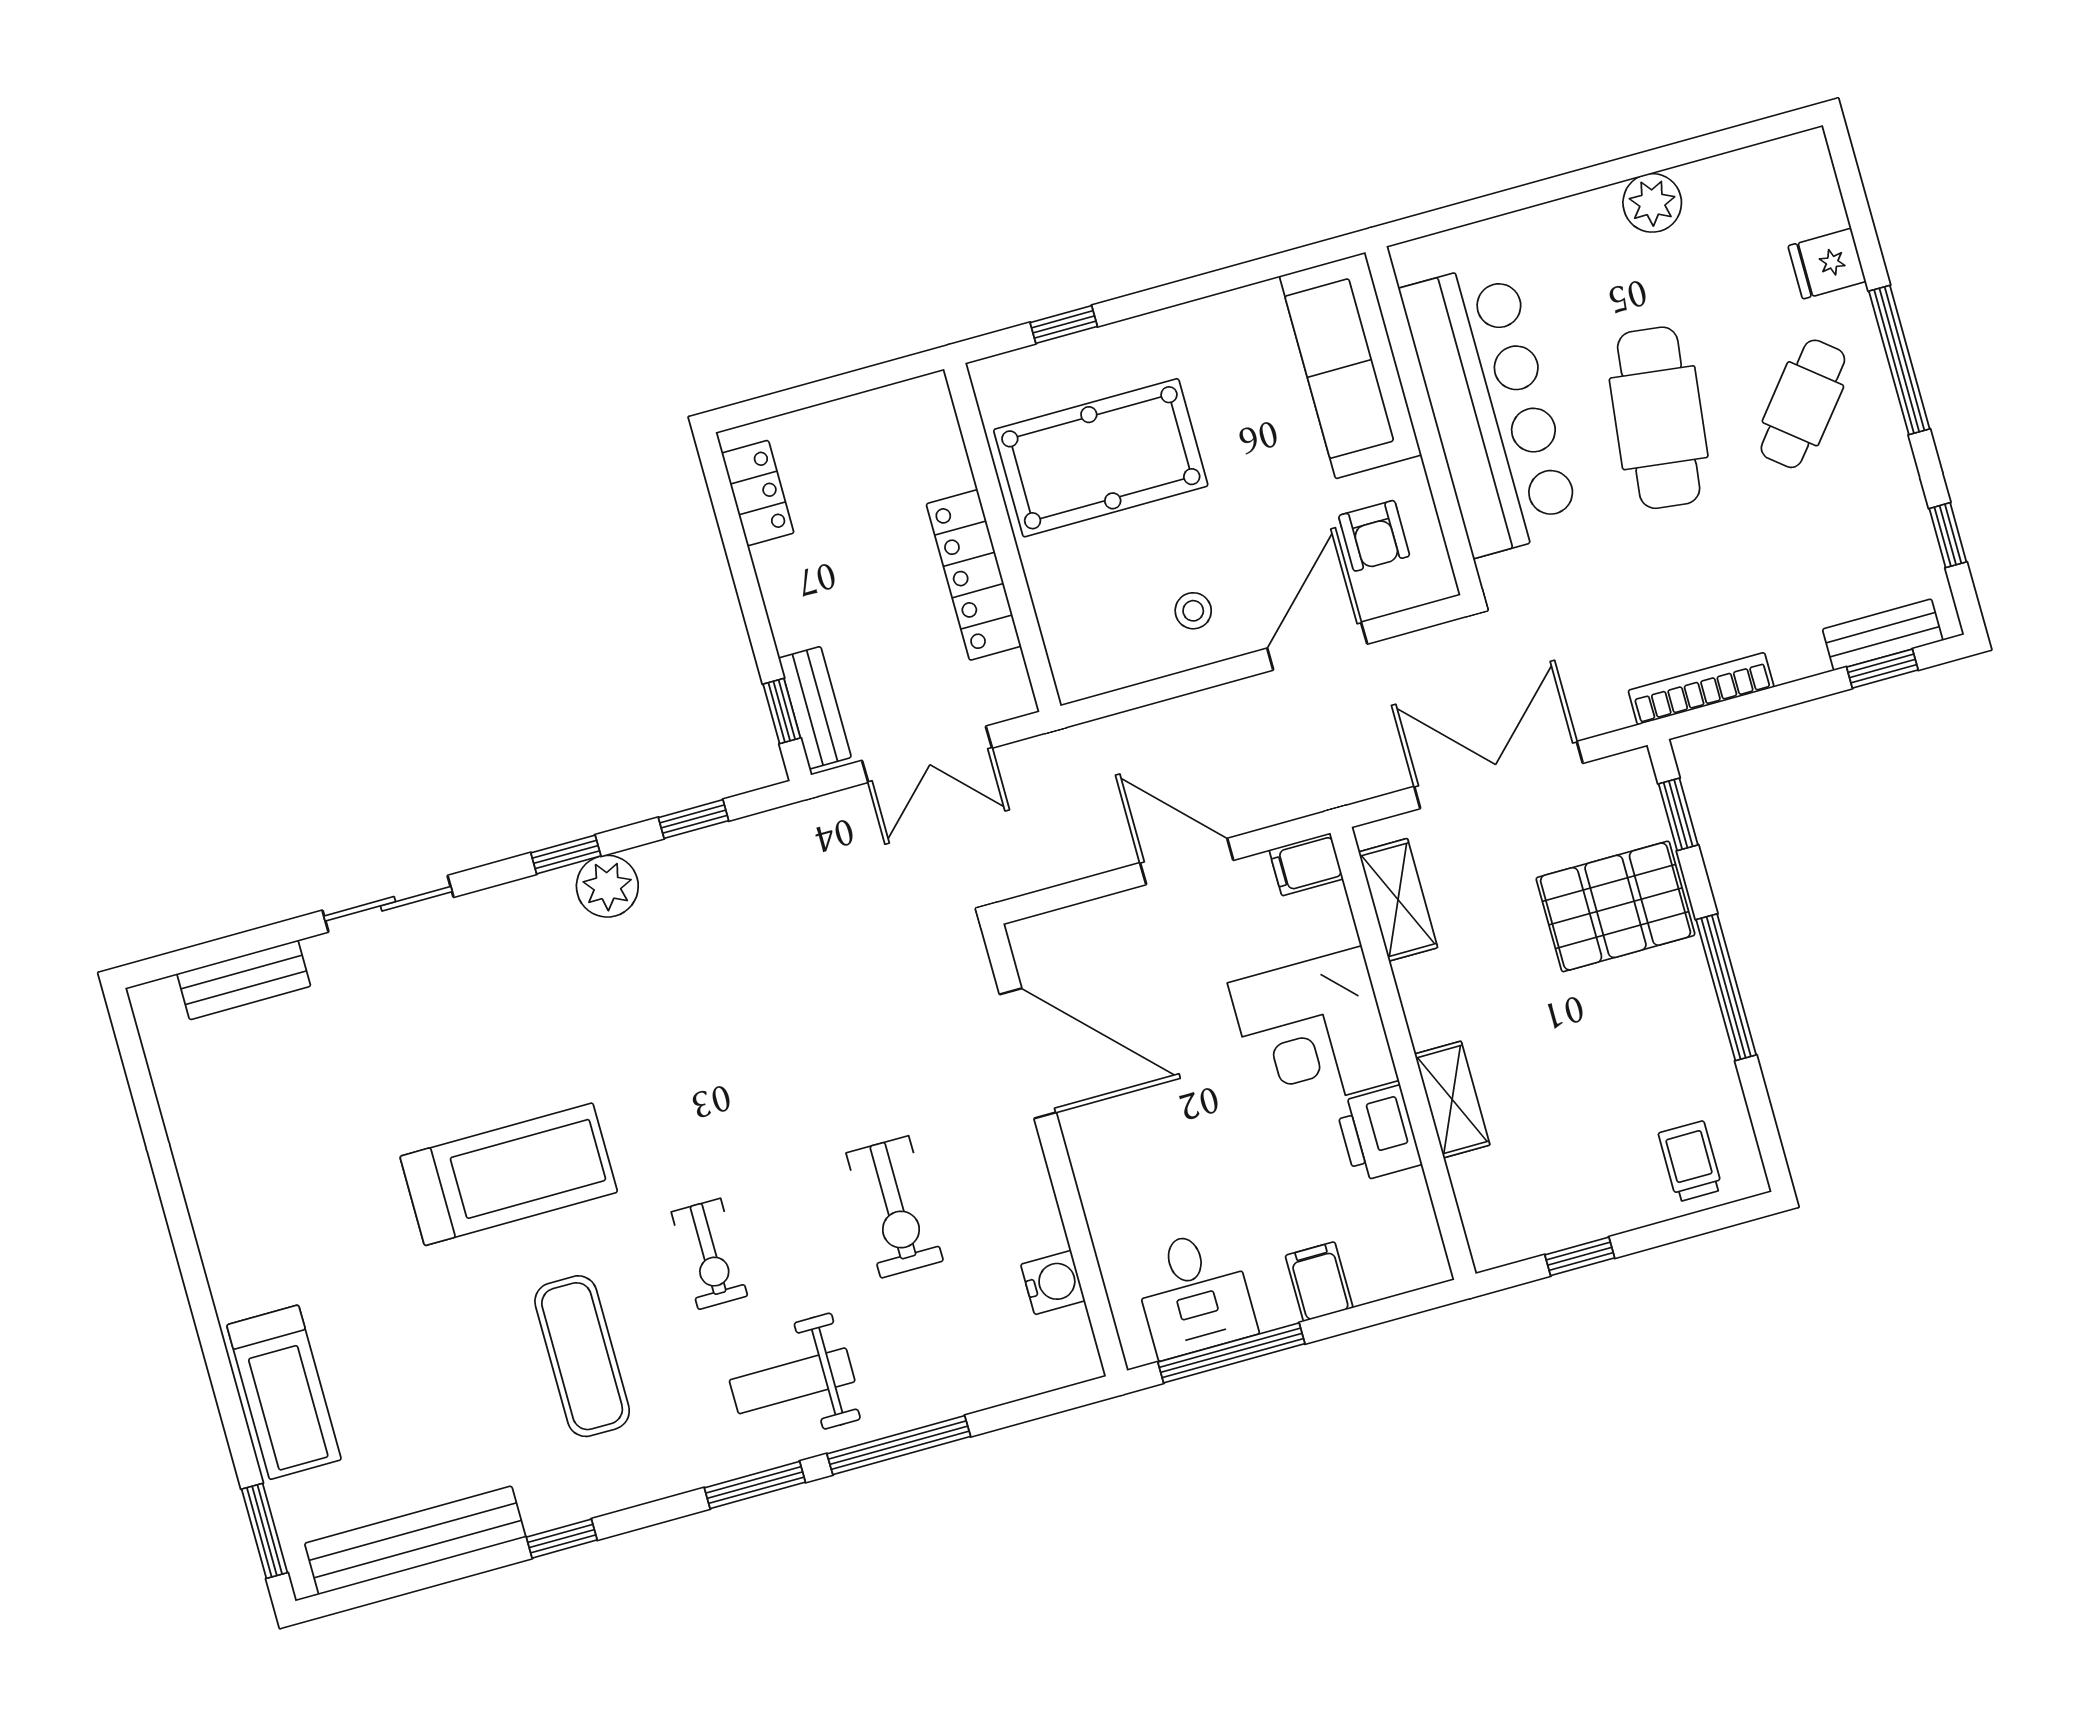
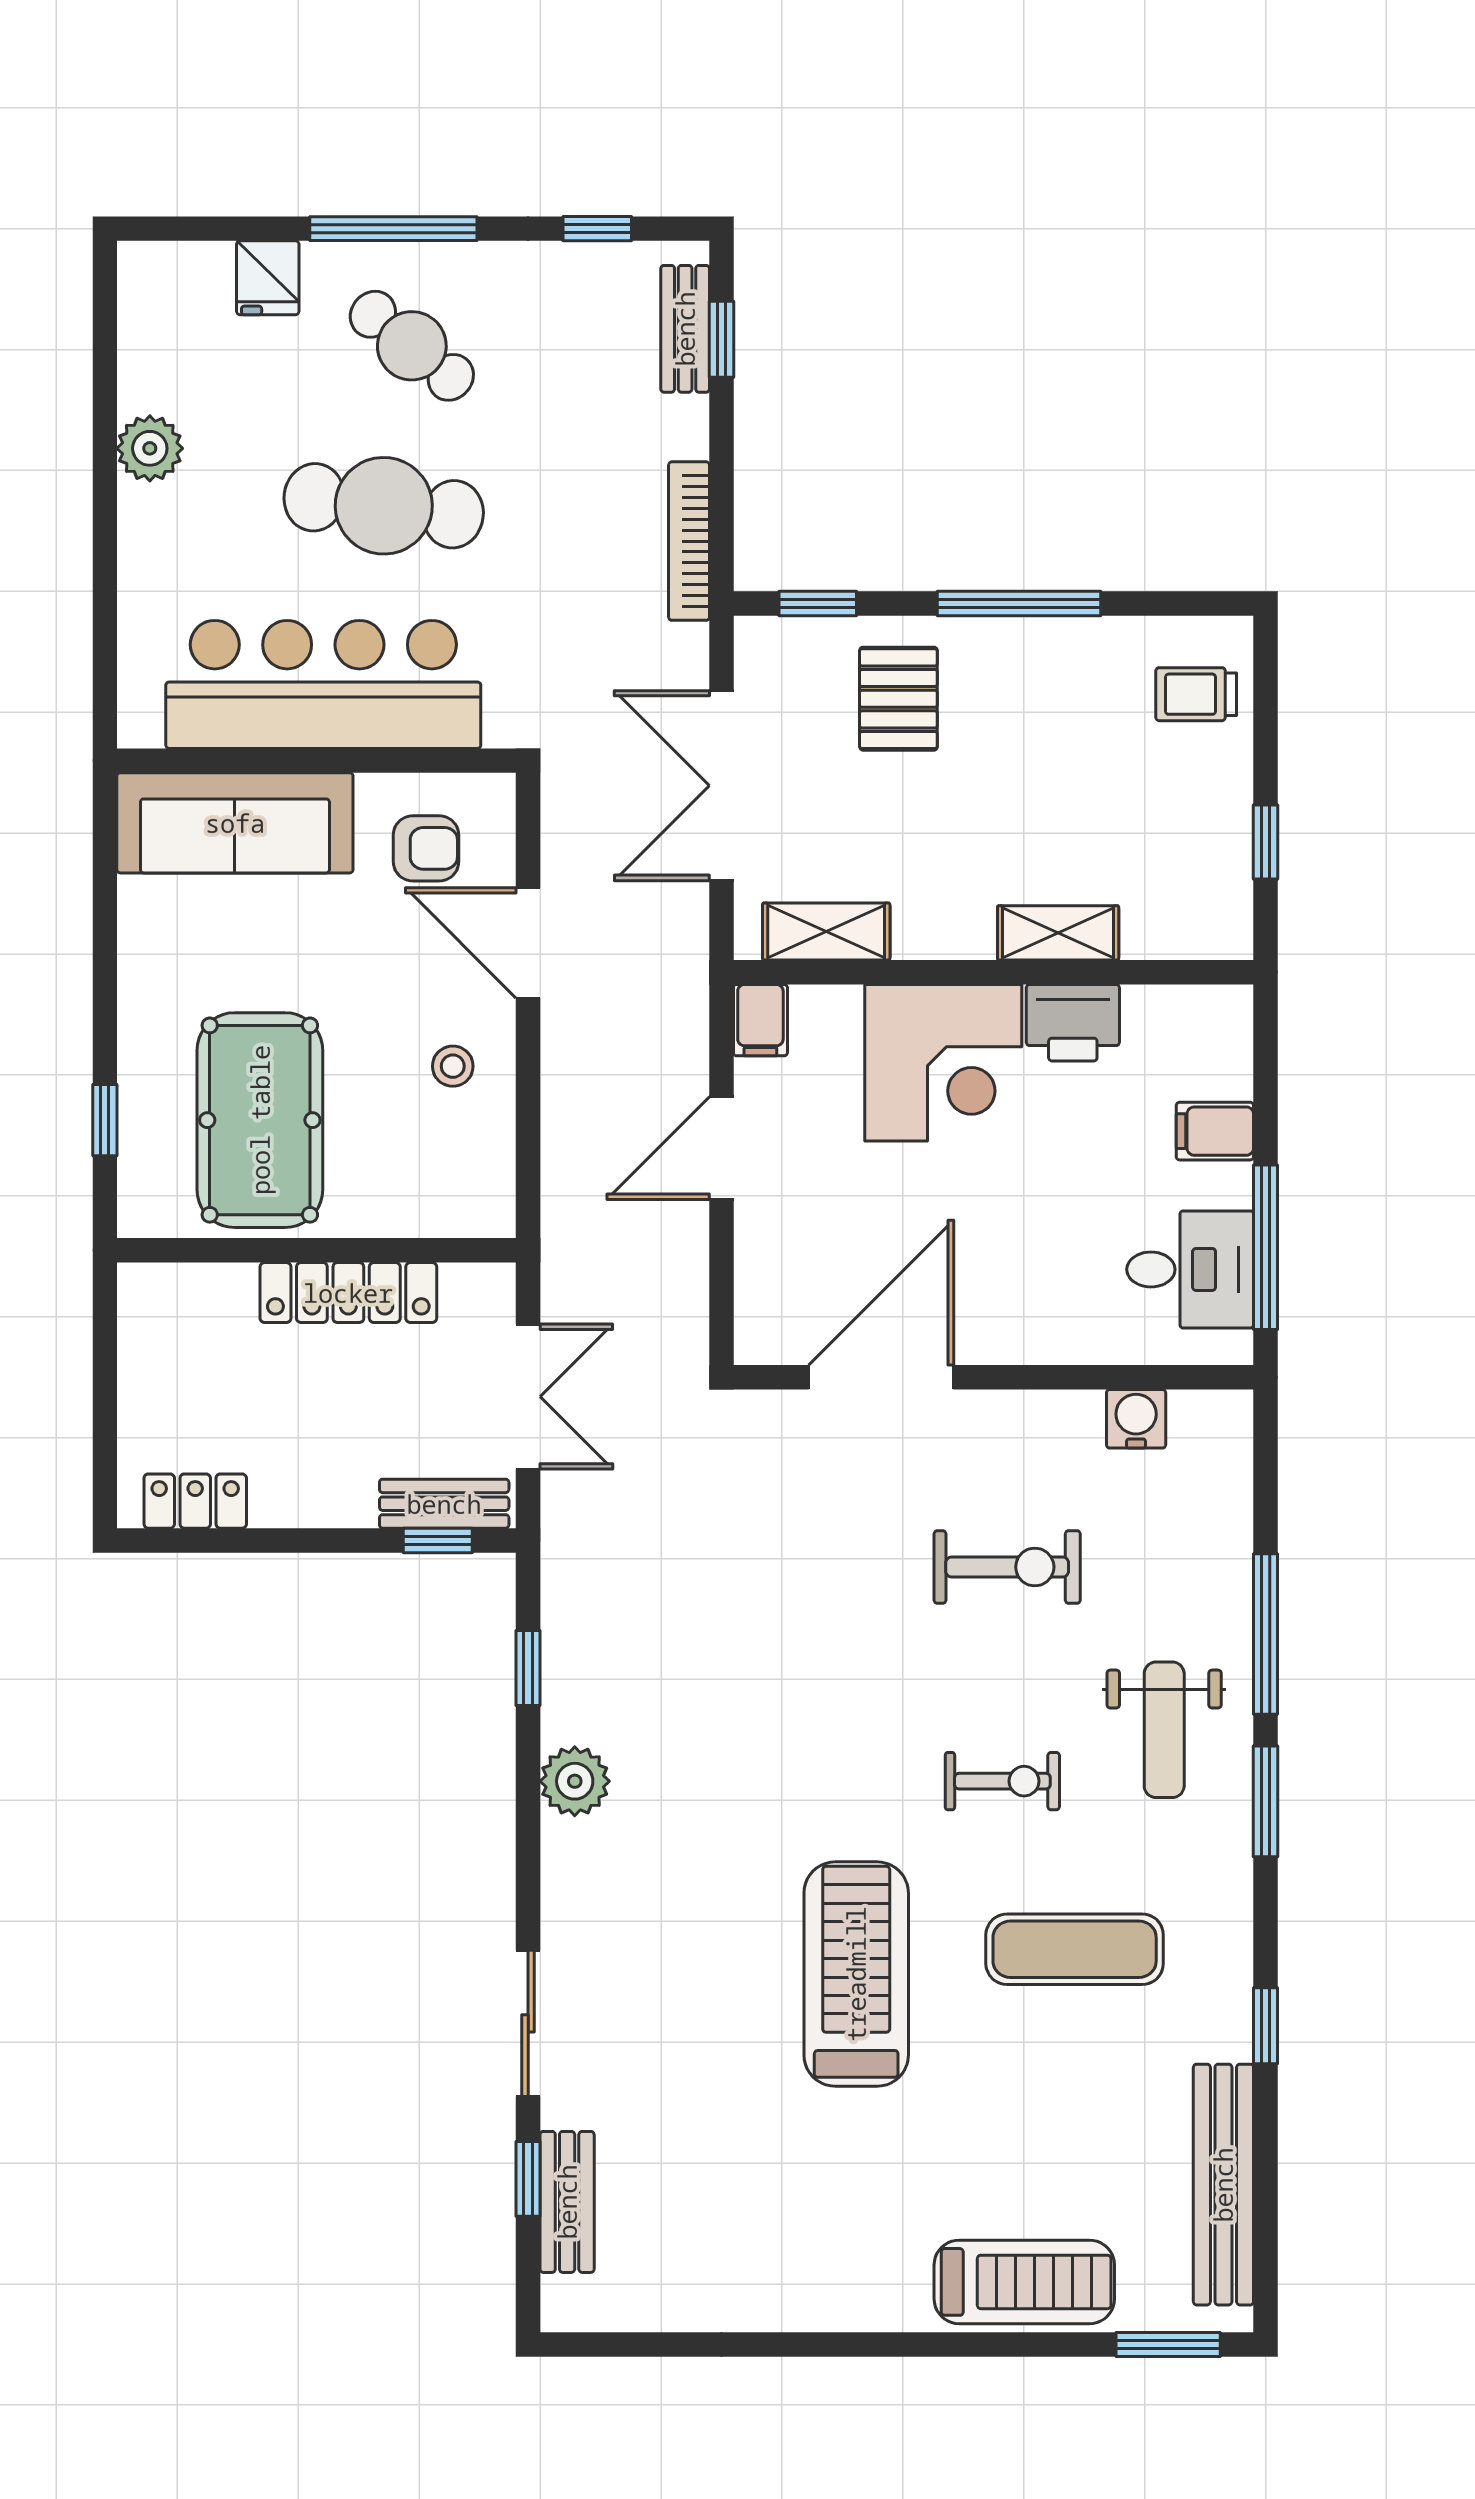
window: (566, 854) -> (528, 2179), moved
pallet: (1615, 906) -> (898, 699), width x0.67, depth x0.71

